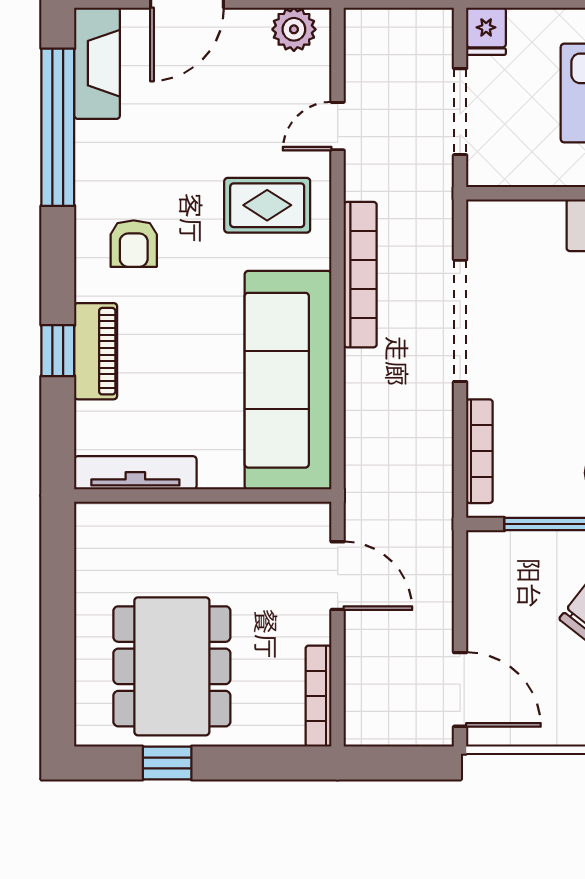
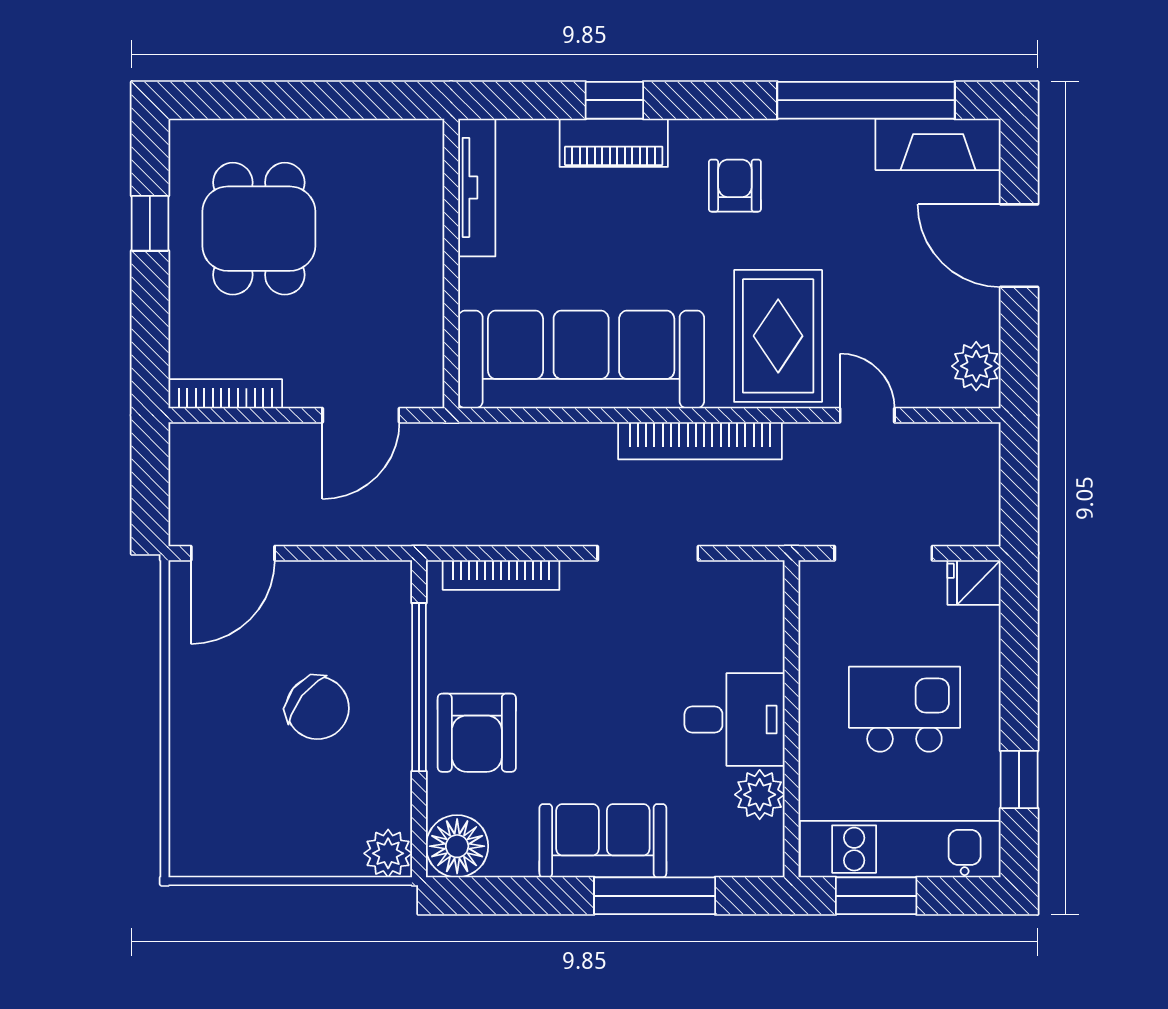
rug: (267, 205) -> (778, 336), width x1.36, depth x1.43
armchair: (134, 244) -> (735, 186), turned 90
doorway: (460, 321) -> (648, 553), width x0.73
dining table: (172, 666) -> (259, 229), width x0.73

